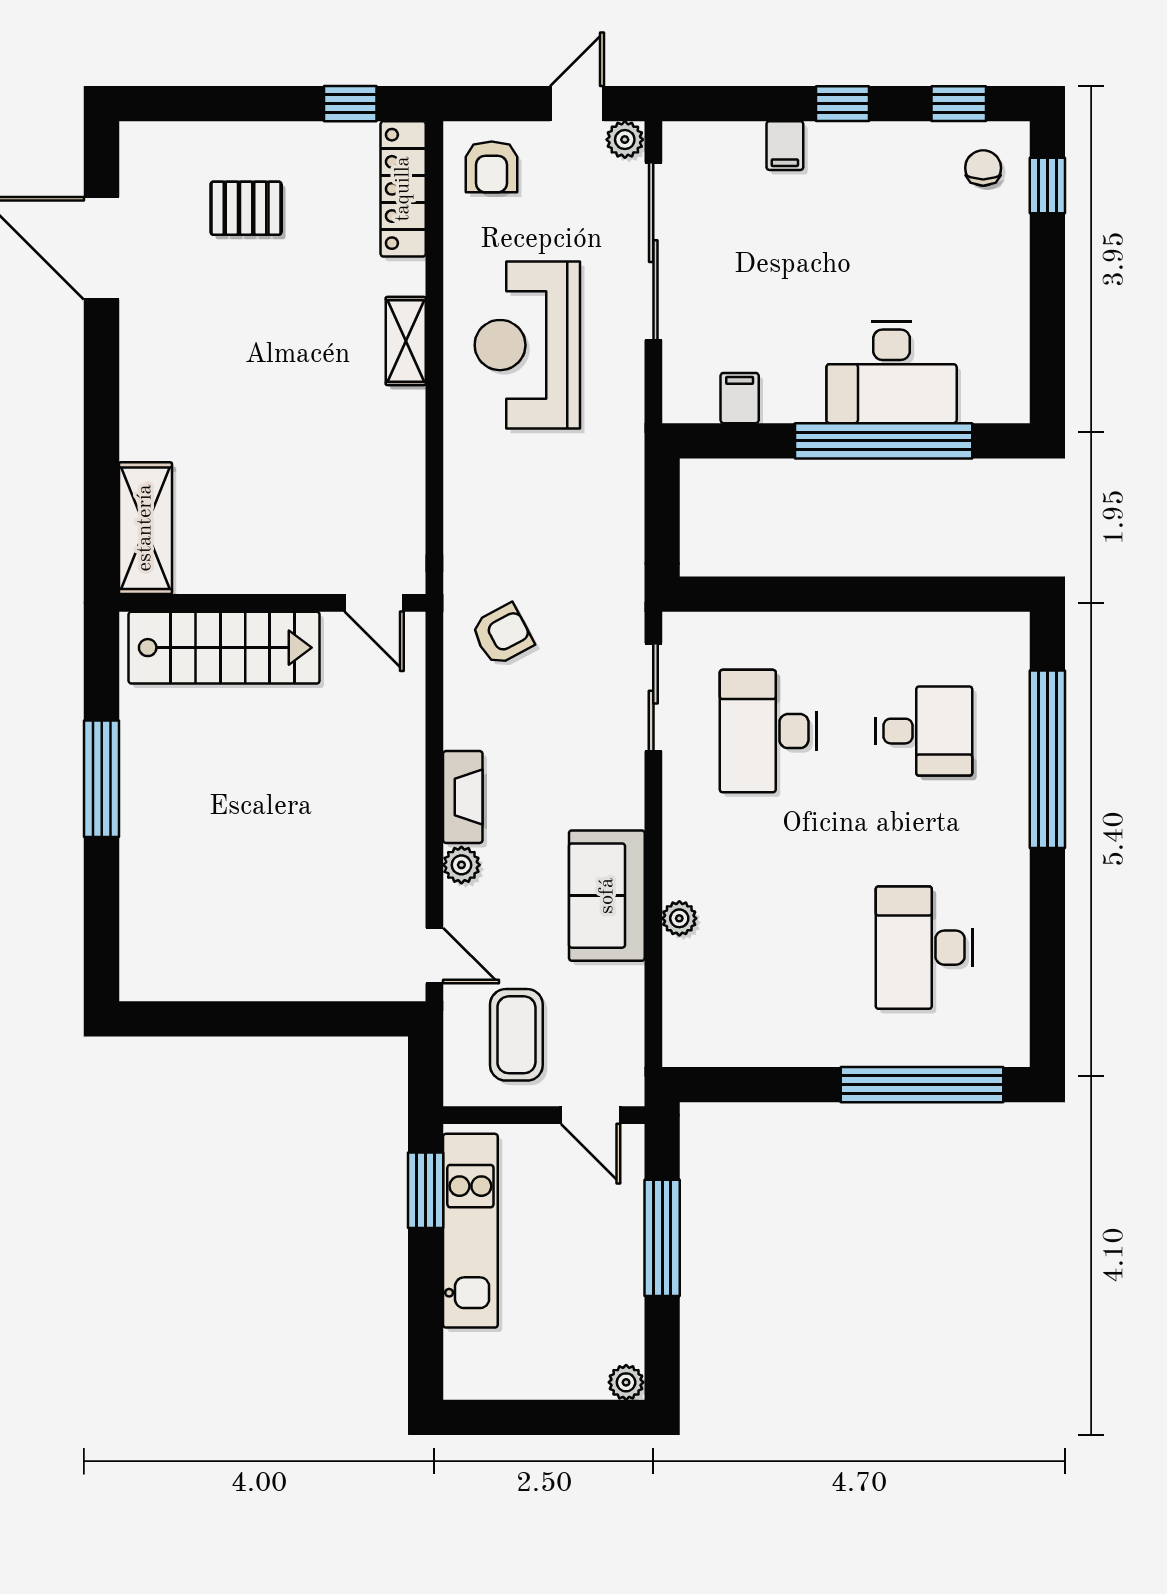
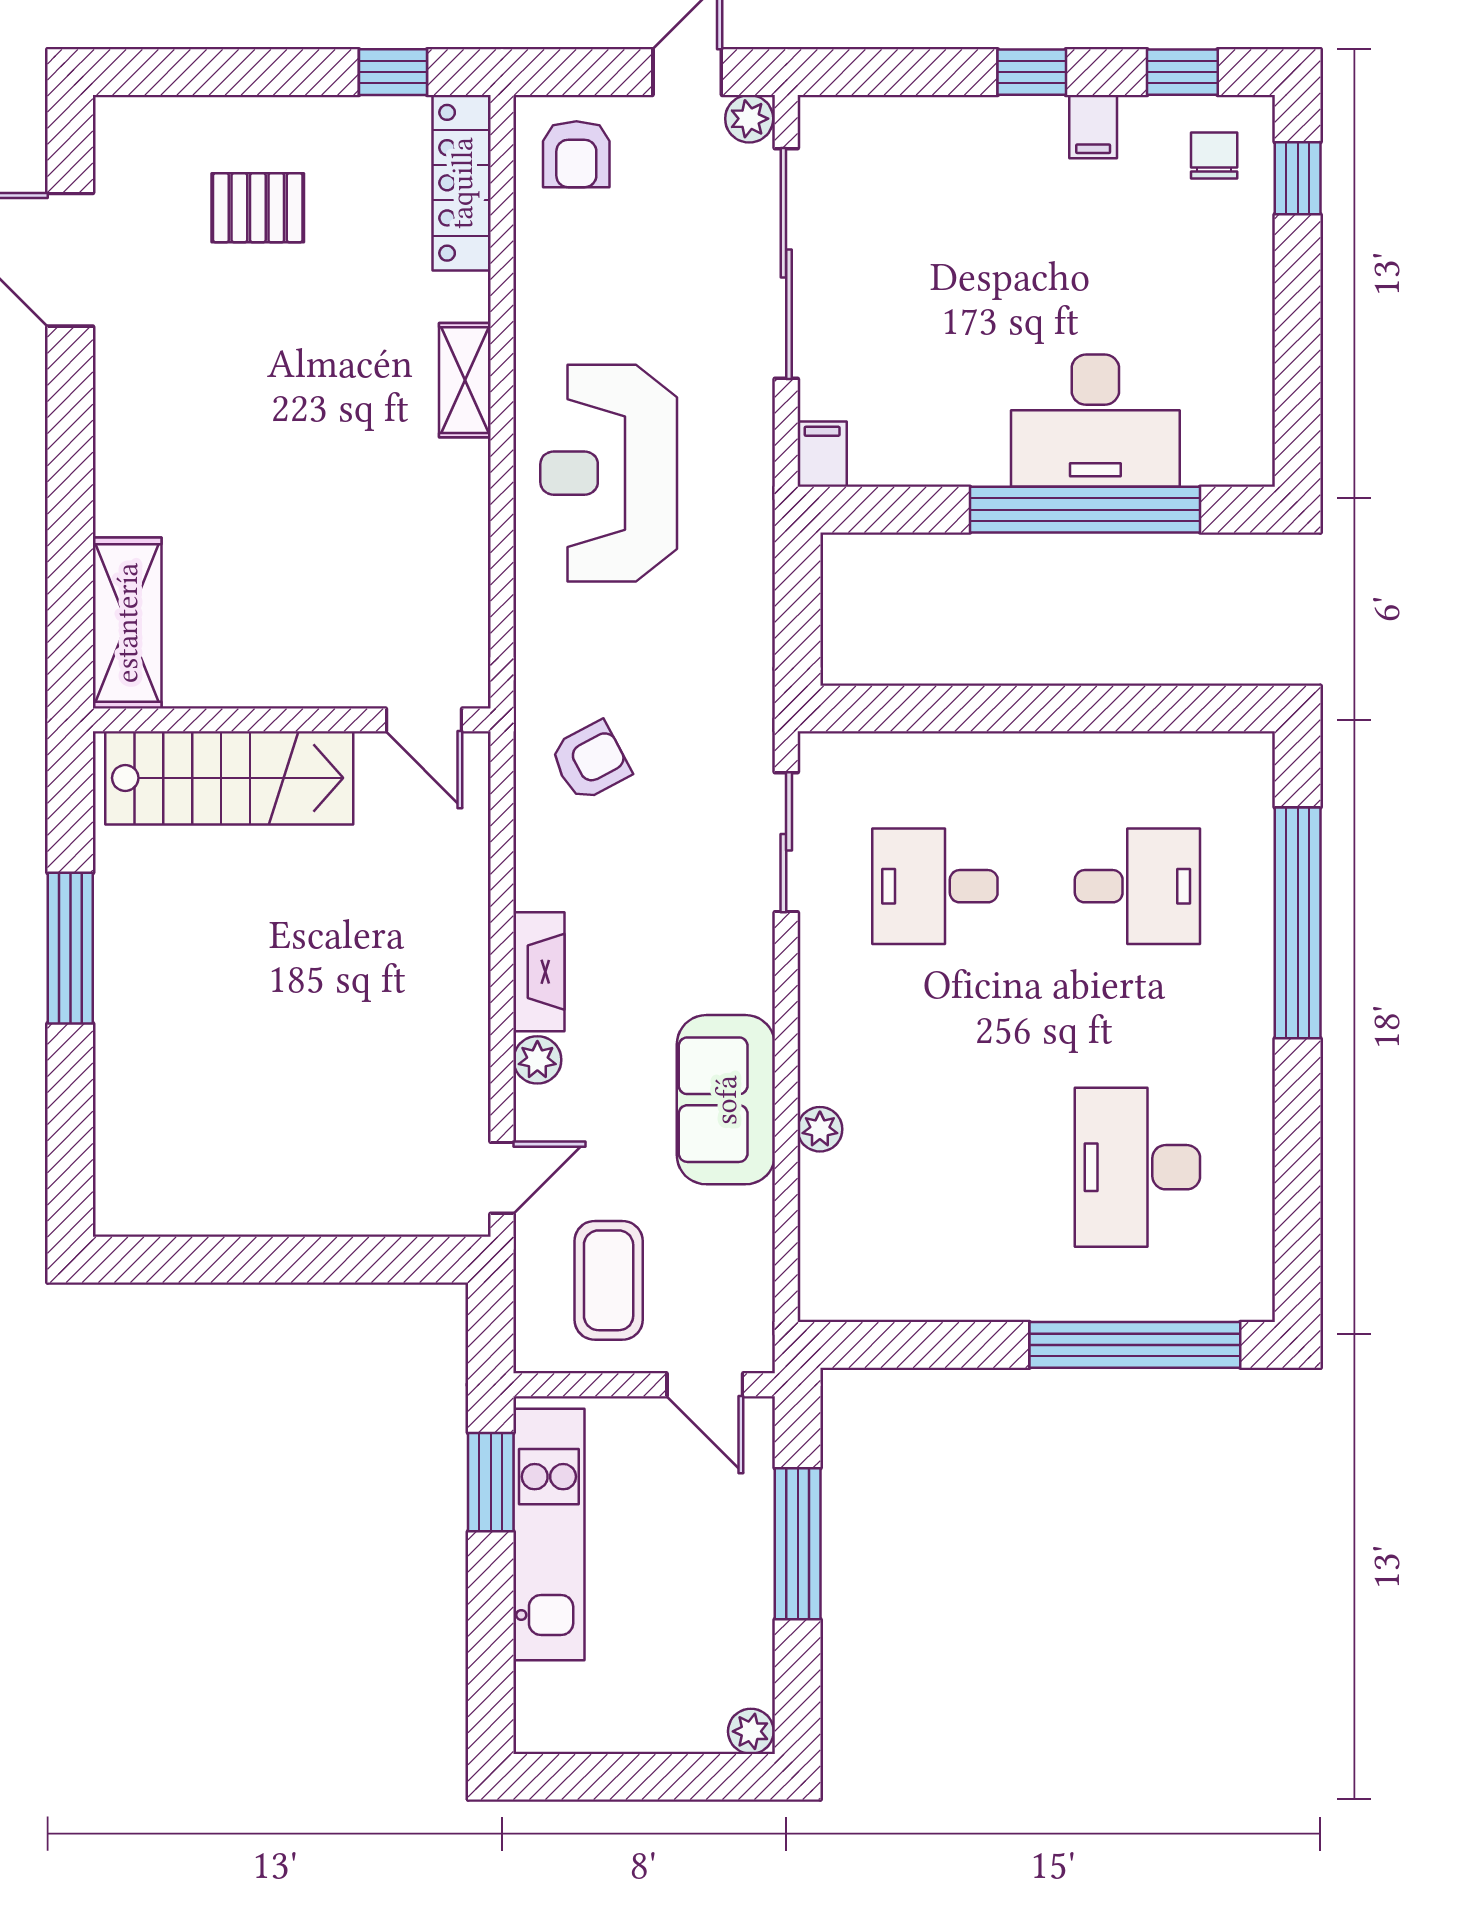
filing cabinet: (785, 146) -> (1093, 127), moved
reception desk: (527, 345) -> (609, 473), moved
filing cabinet: (740, 398) -> (822, 454), moved
desk: (768, 731) -> (935, 886), width x0.73
door: (434, 956) -> (502, 1178), hinge flipped

